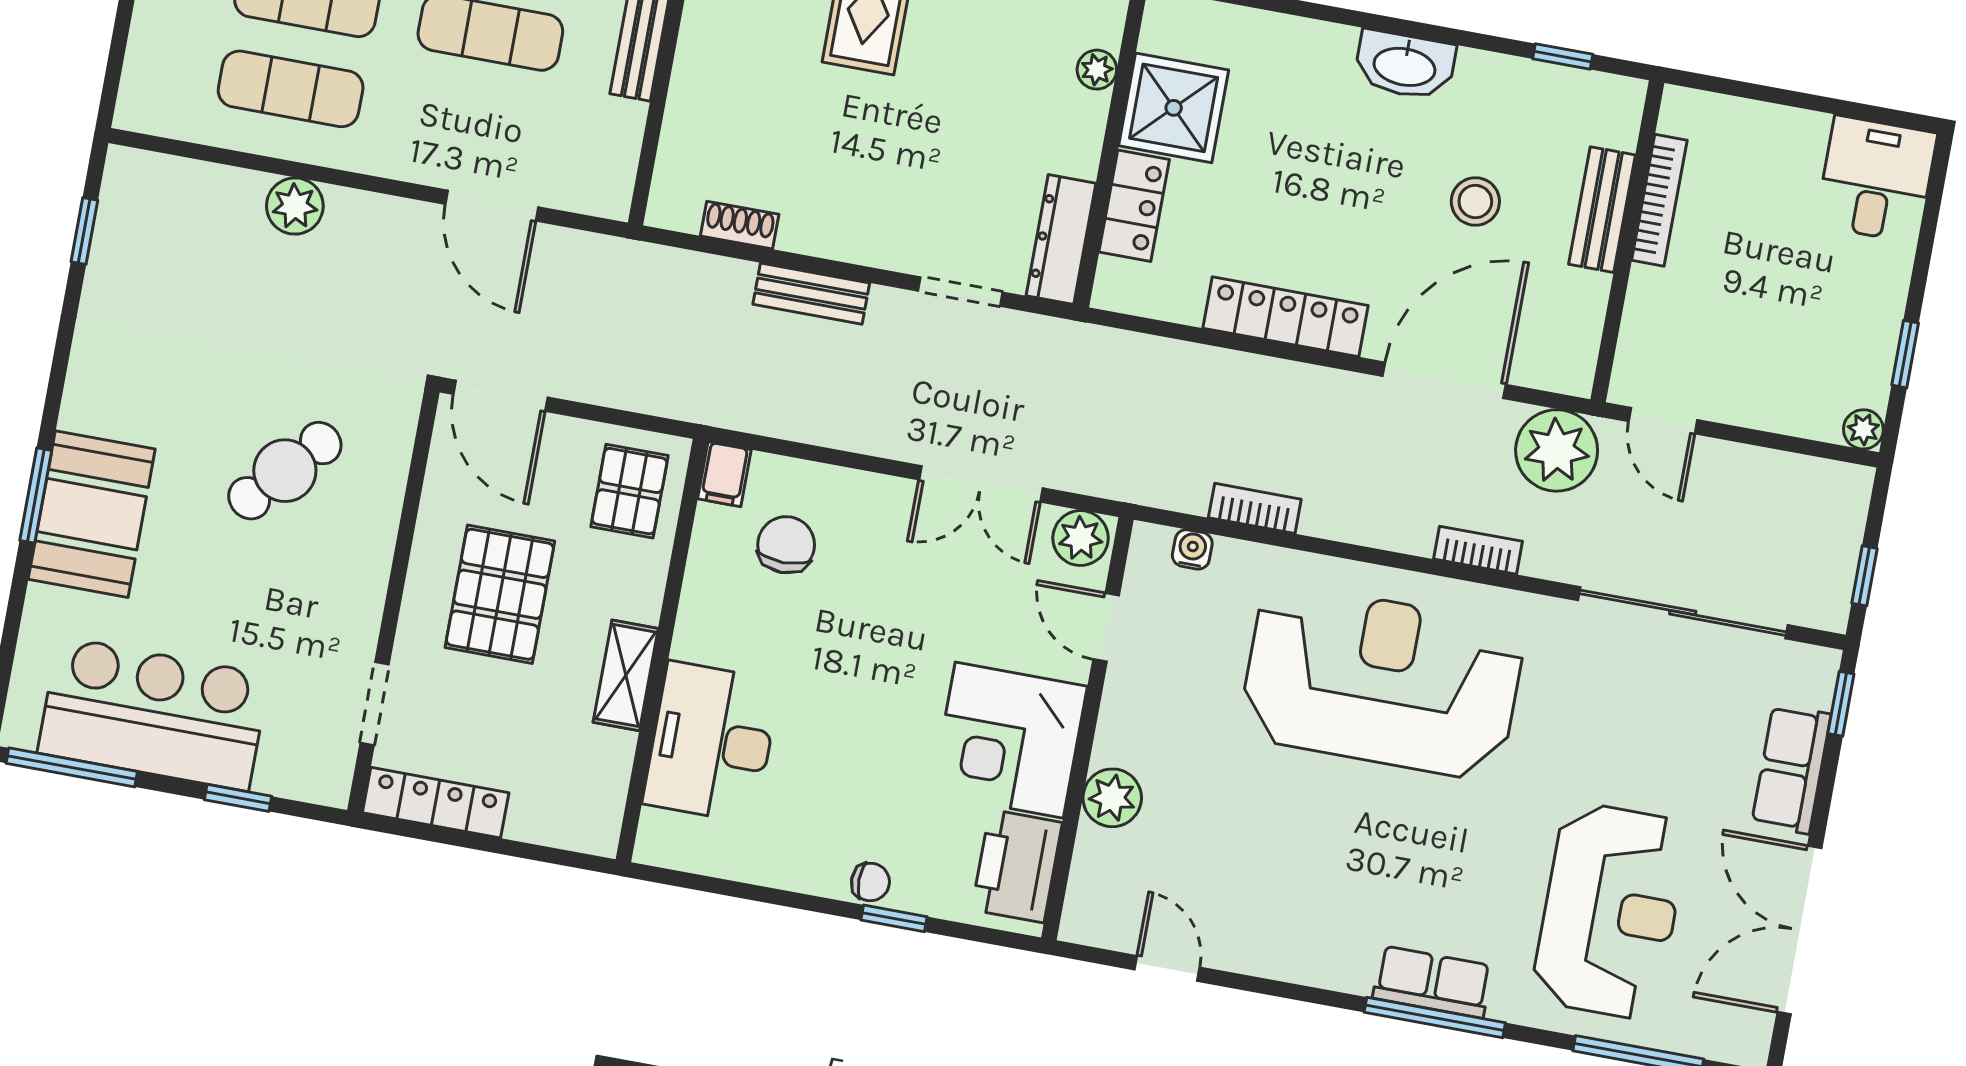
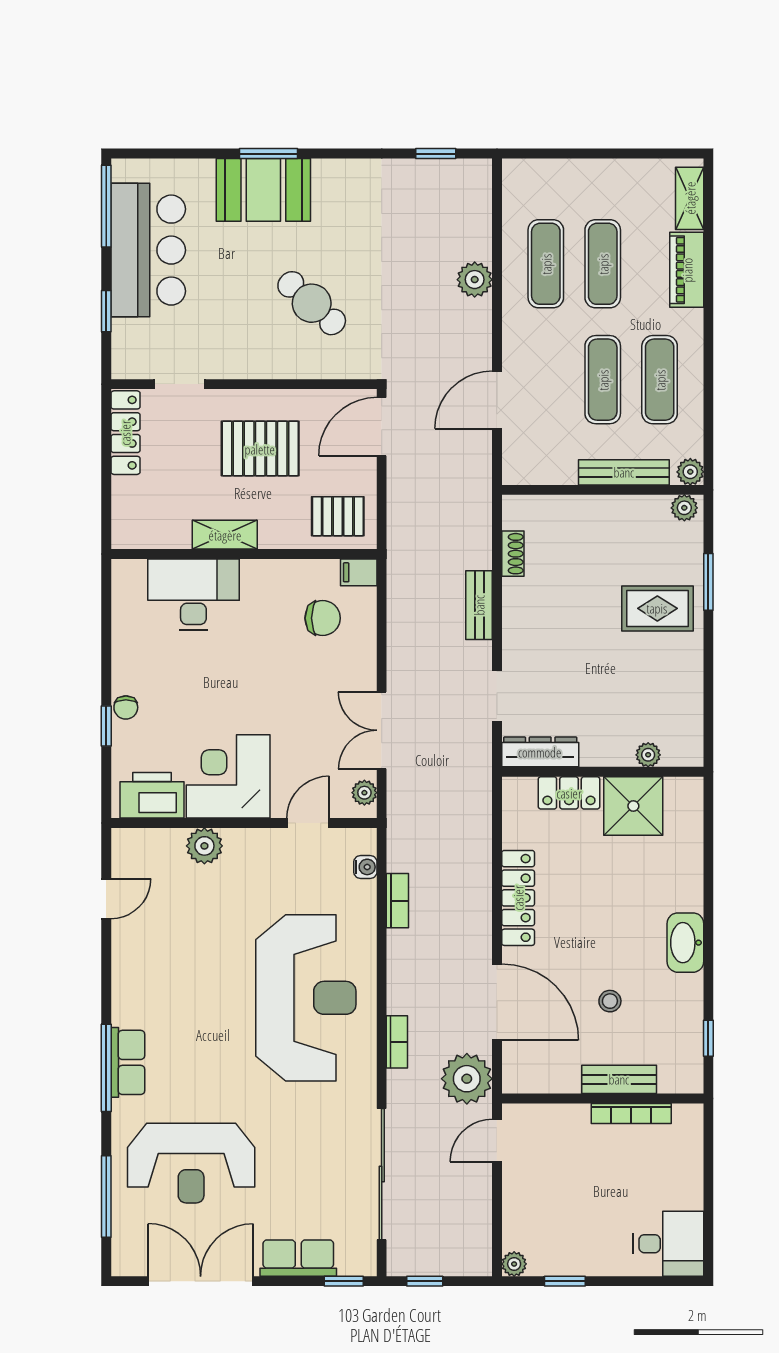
stool: (1475, 201) -> (610, 1001), width x0.73, depth x0.73
plant: (1081, 538) -> (364, 793), width x0.73, depth x0.73

